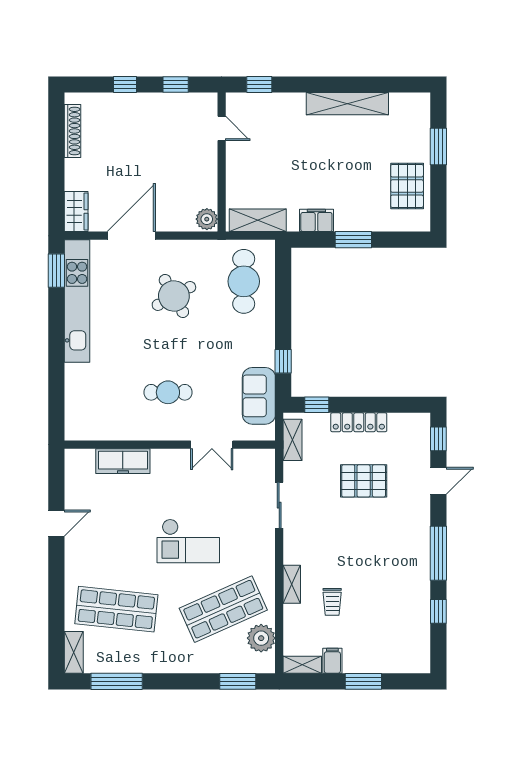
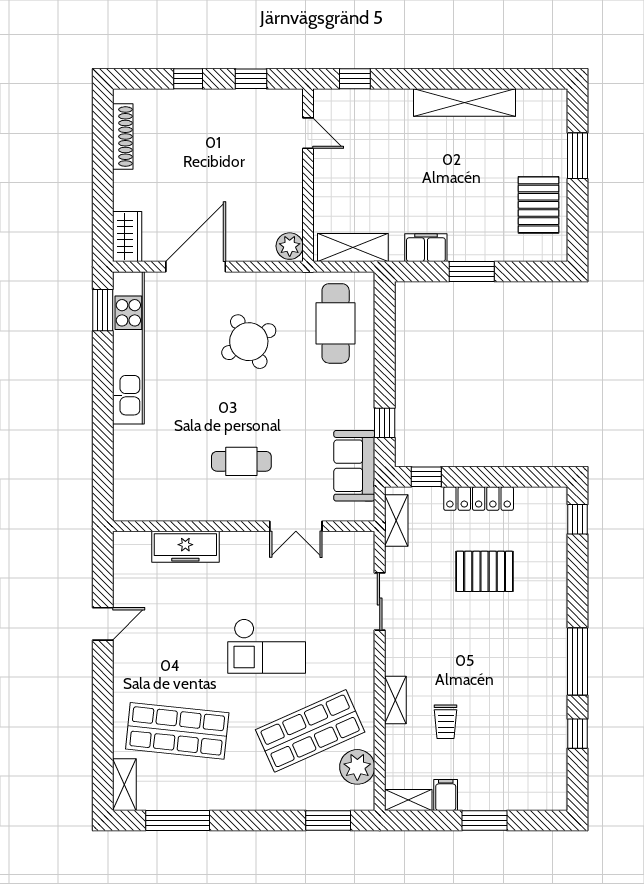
door: (438, 481) -> (578, 571), removed

